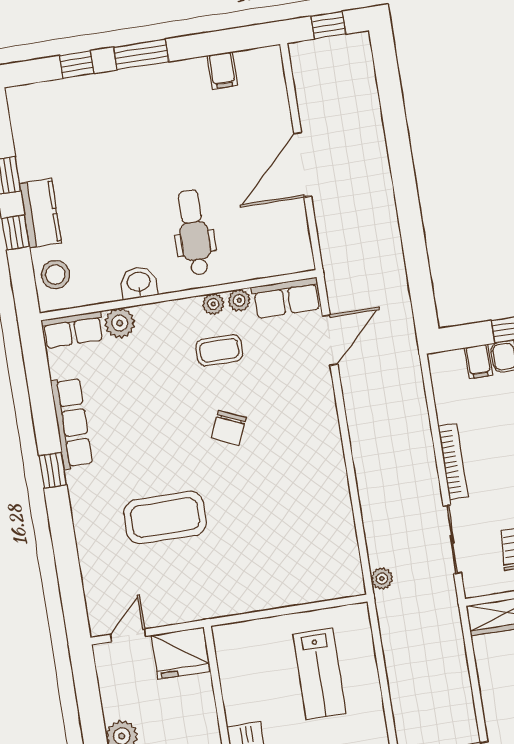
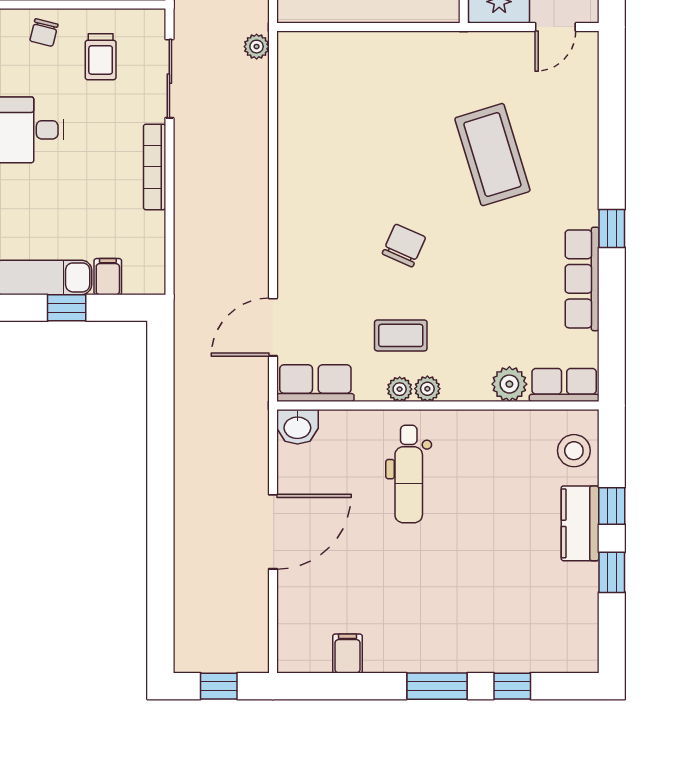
washbasin: (139, 283) -> (297, 427), moved
plant: (239, 300) -> (427, 389), moved
coffee table: (165, 518) -> (492, 155), turned 73

